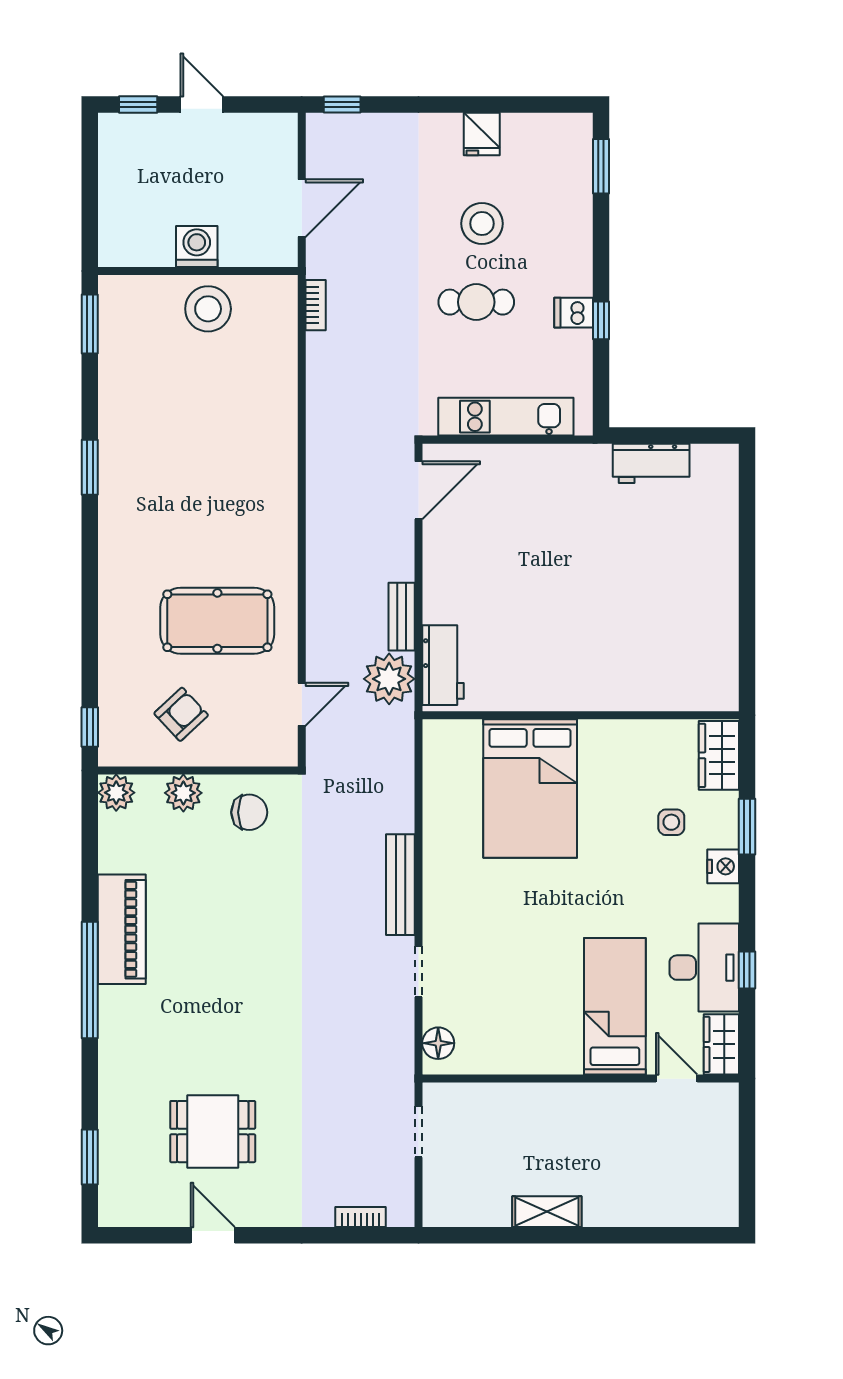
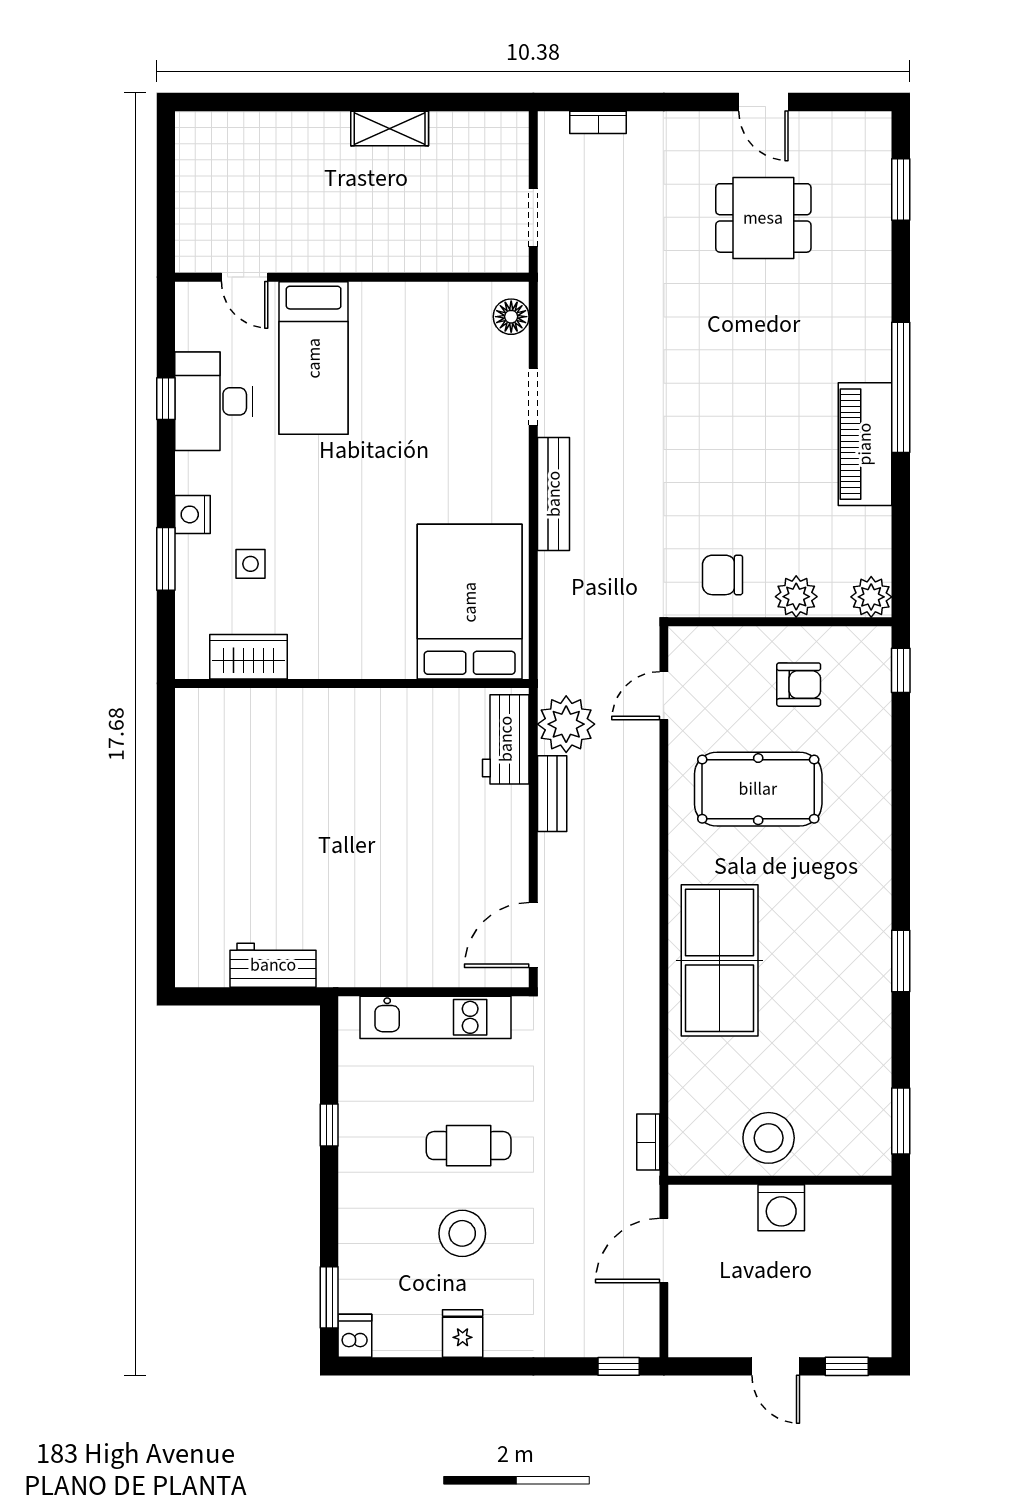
dishwasher: (574, 313) -> (355, 1336), moved, turned -90
table tennis table: (252, 468) -> (720, 960), added
armchair: (181, 714) -> (799, 685), turned -137
wardrobe: (719, 755) -> (248, 657), moved, turned -90
bed: (530, 788) -> (470, 602), moved
wardrobe: (721, 1044) -> (195, 315), removed

